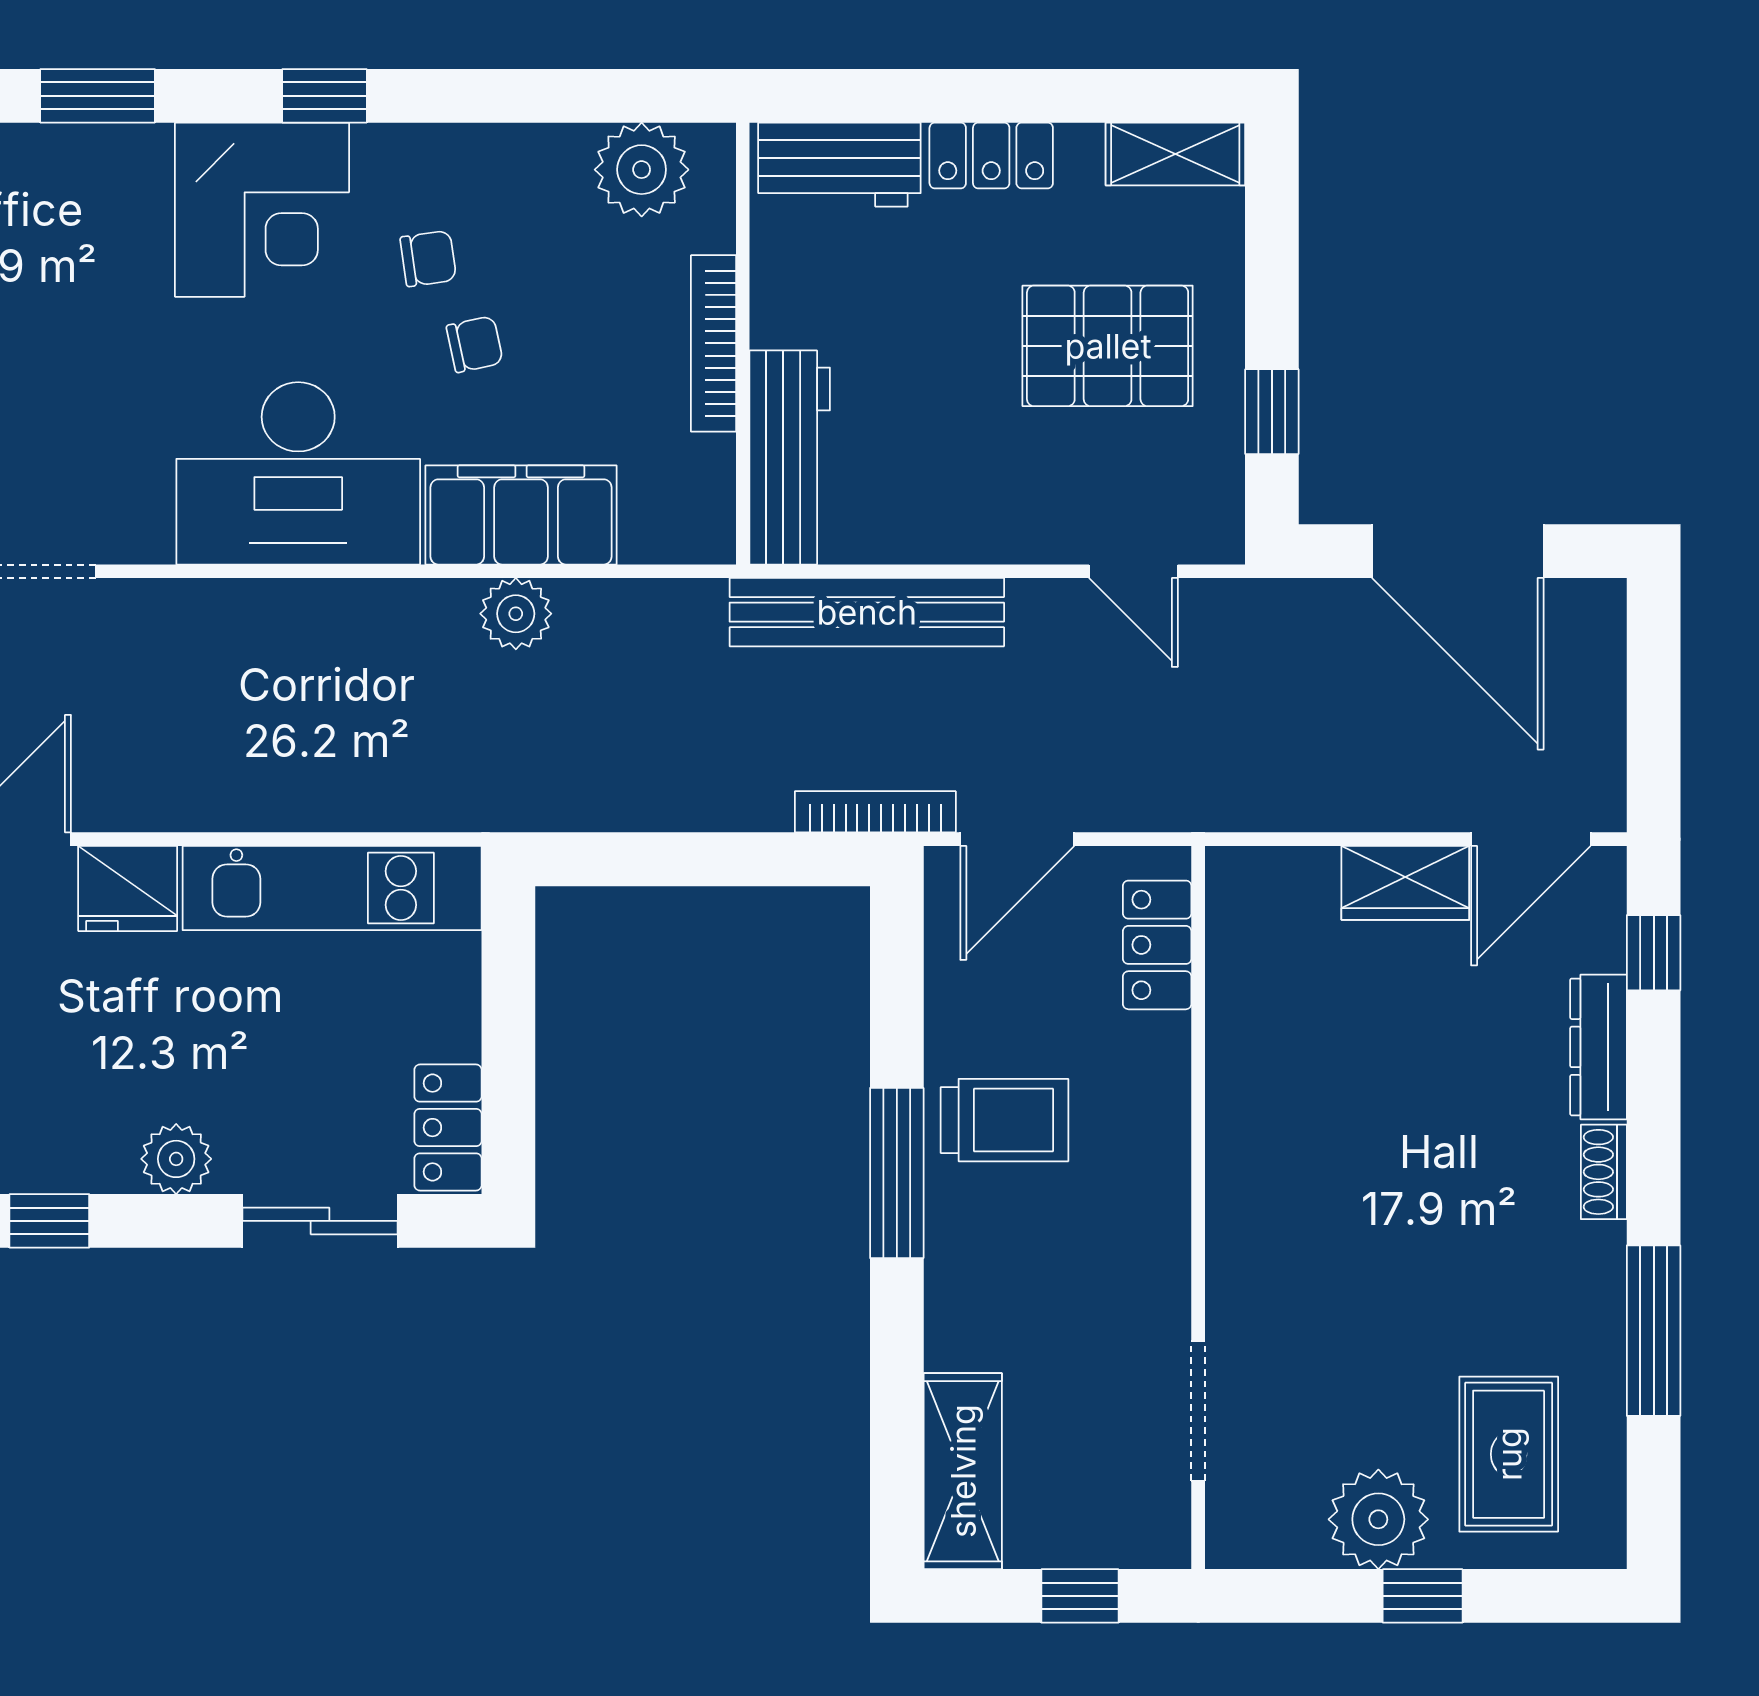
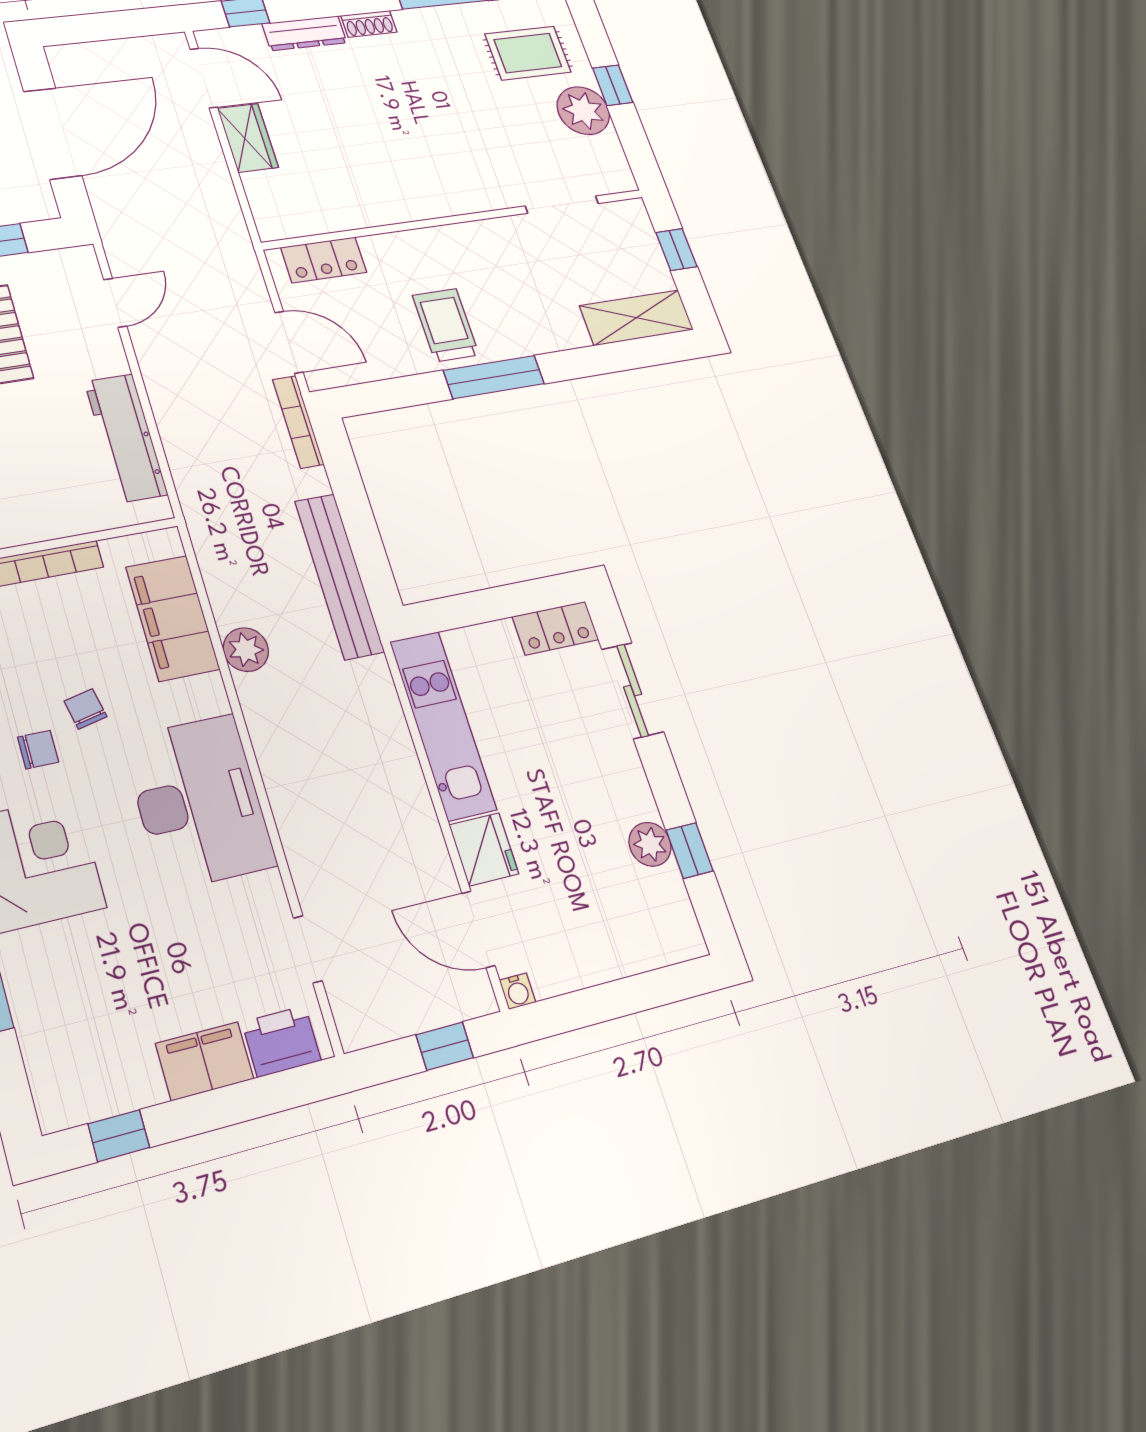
chair: (428, 259) -> (38, 750), turned 98
workbench: (790, 458) -> (126, 438), moved, turned -90
filing cabinet: (521, 515) -> (173, 618), moved
bench: (867, 612) -> (339, 576), moved
plant: (176, 1159) -> (650, 844), moved

